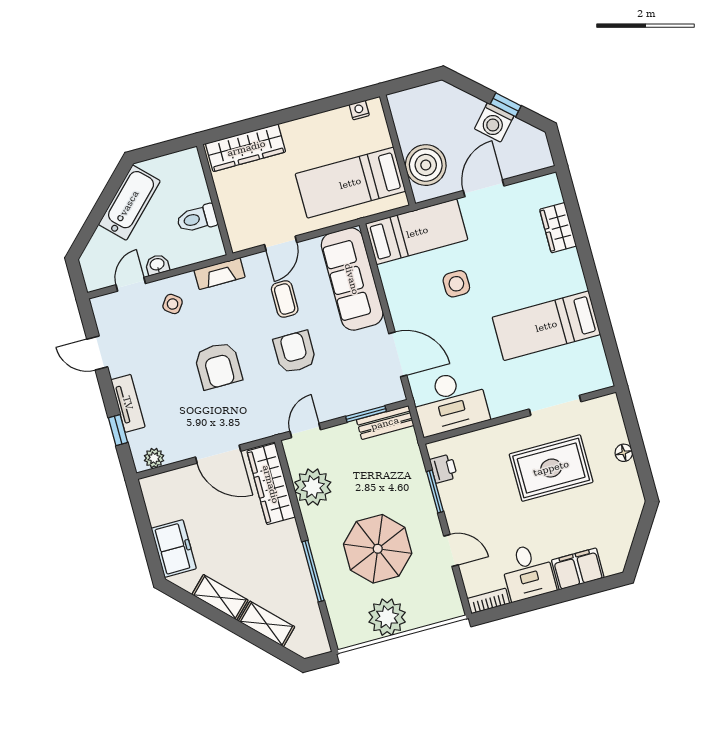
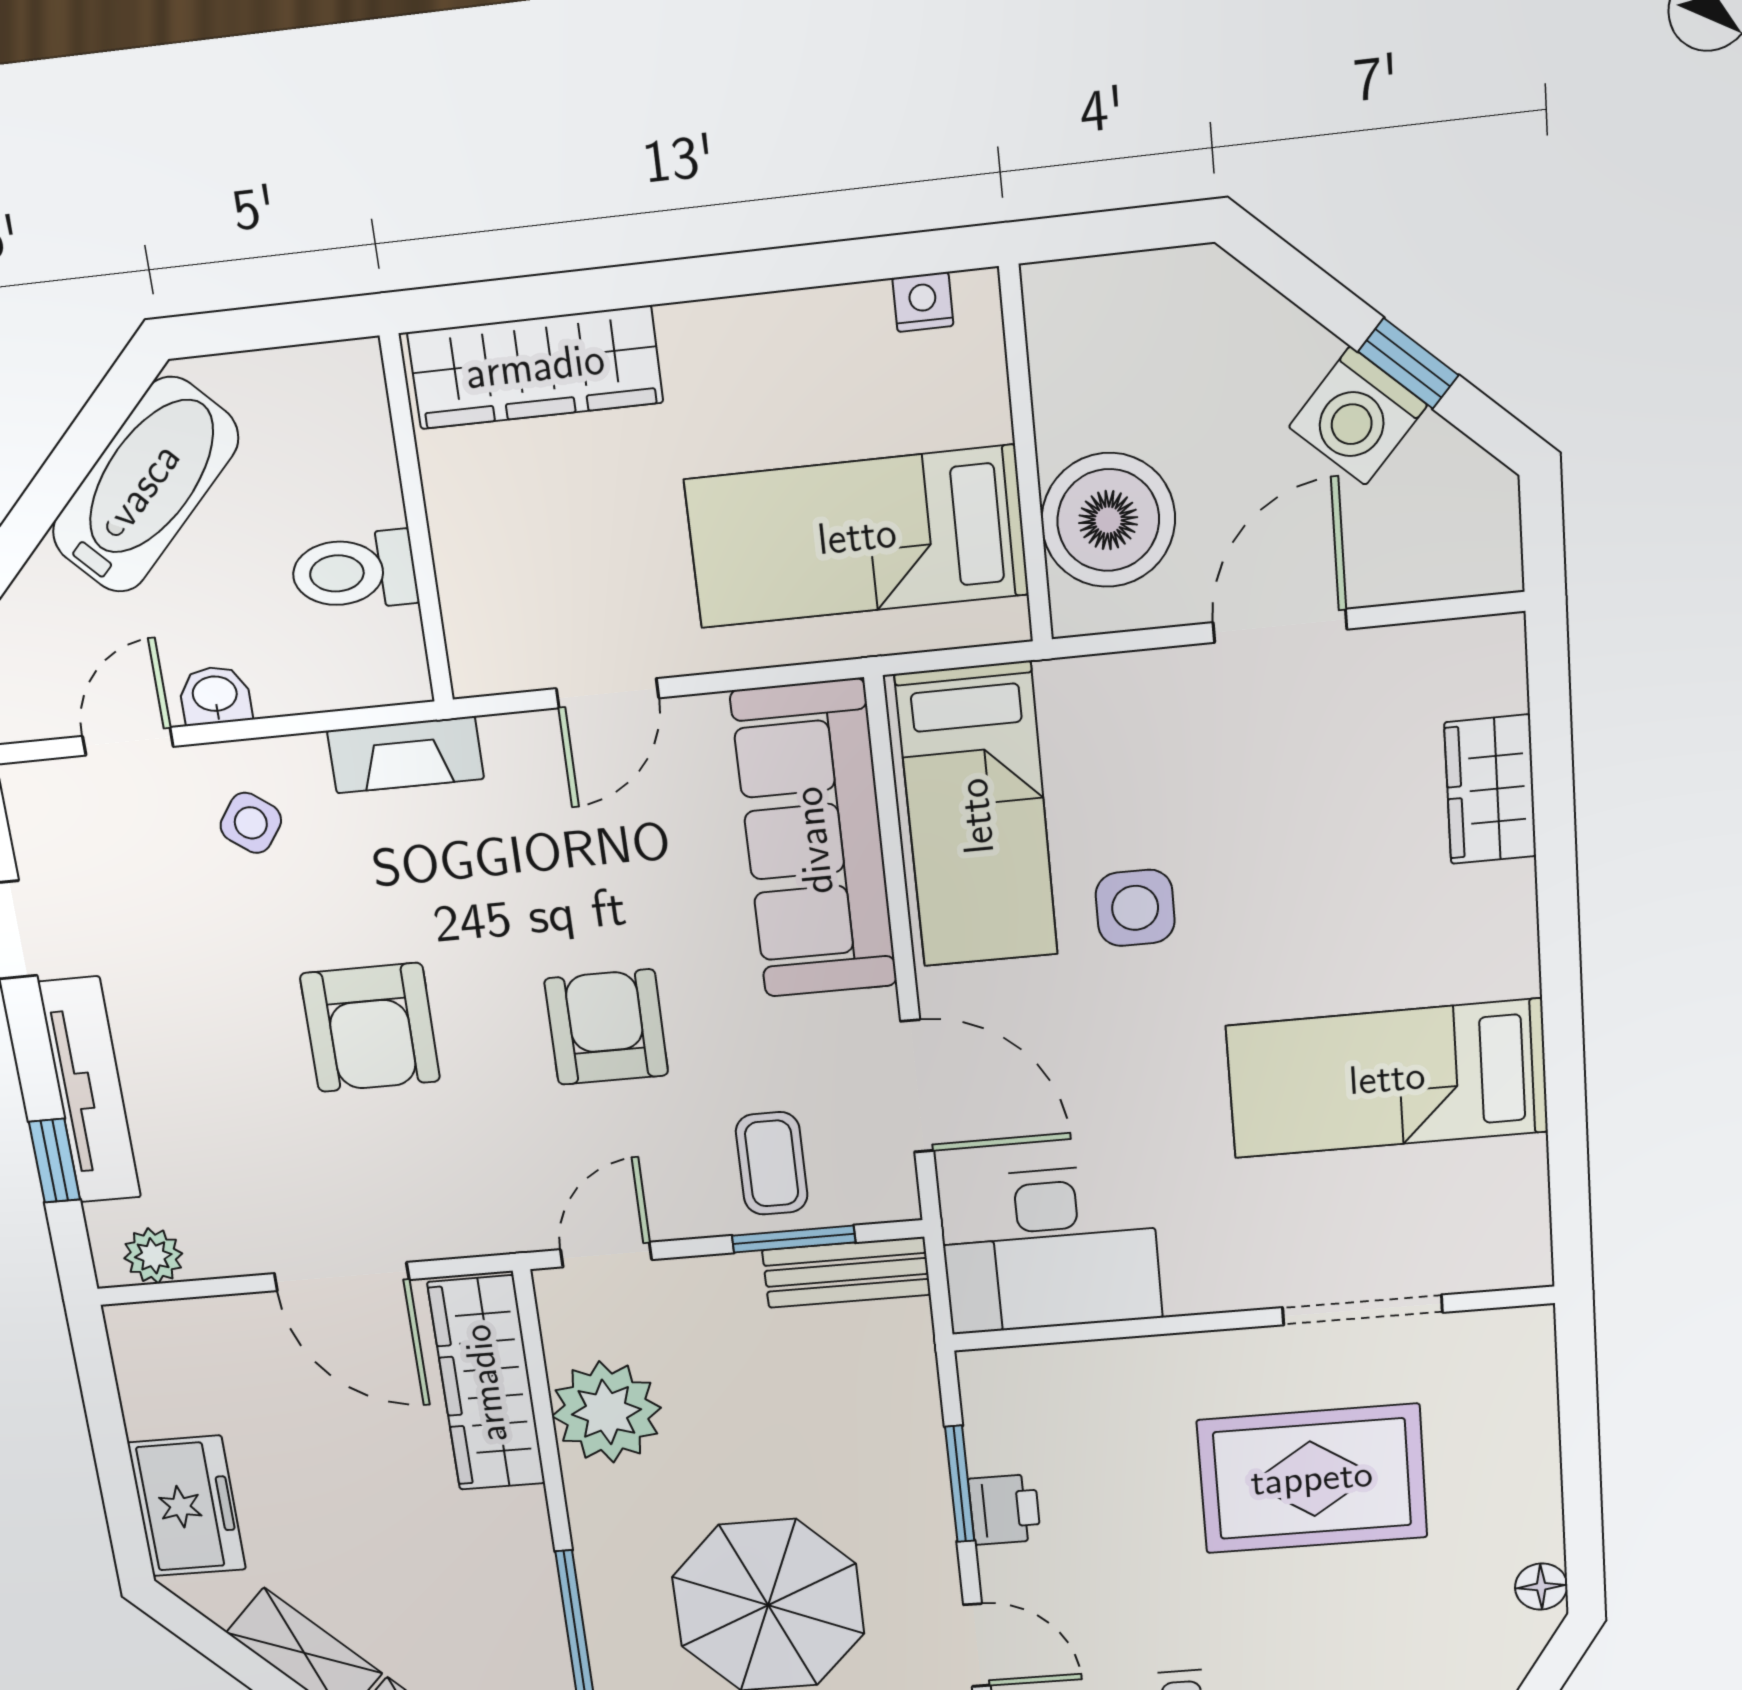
bed: (417, 232) -> (977, 816), moved, turned 90
coffee table: (285, 299) -> (772, 1163), moved
tv unit: (128, 403) -> (90, 1090), width x1.41
floor lamp: (624, 453) -> (1541, 1587), moved
printer: (443, 469) -> (1005, 1509), moved

